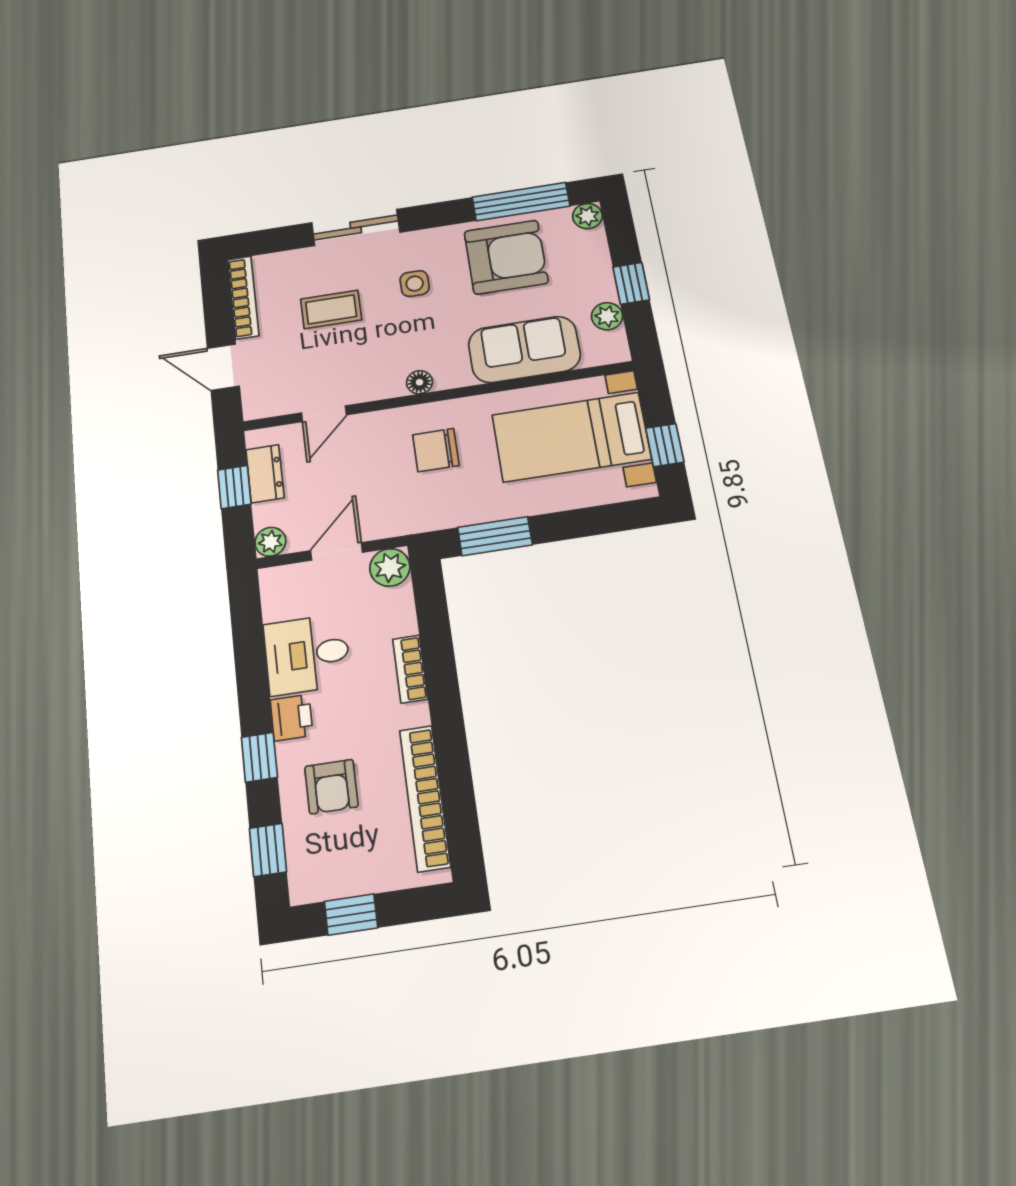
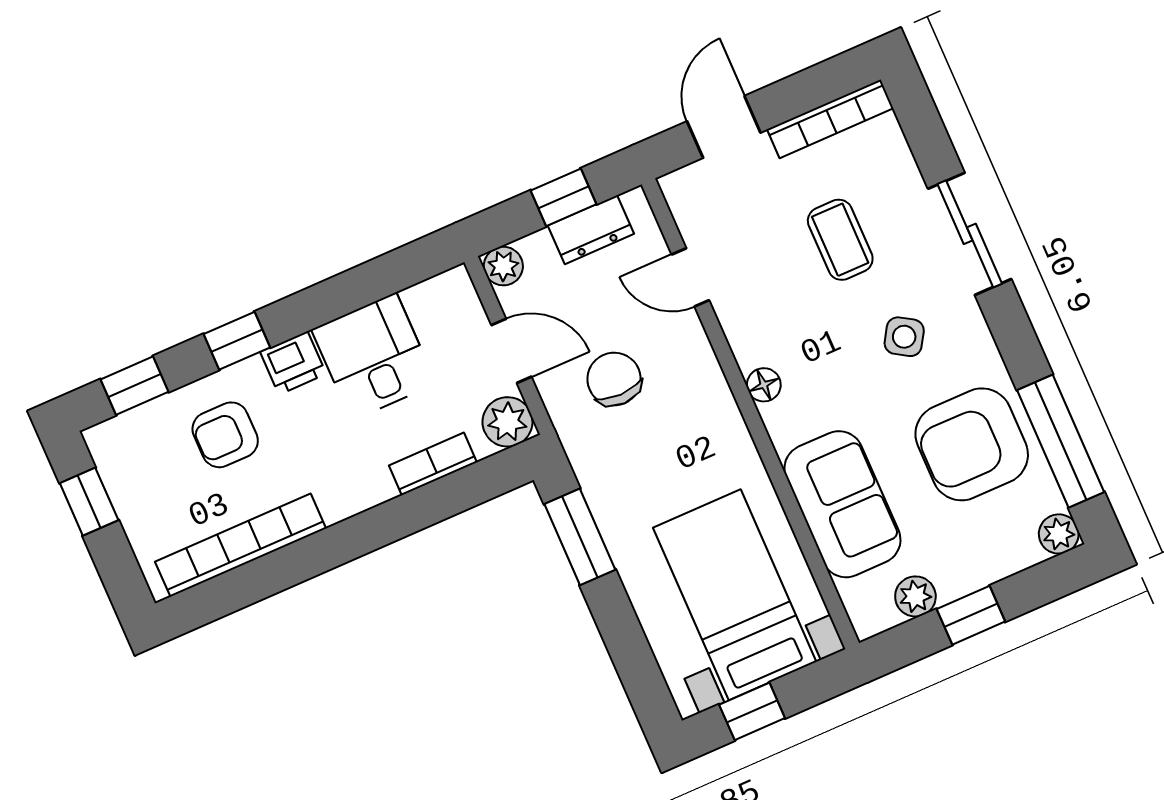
armchair: (506, 257) -> (972, 444), turned 90
side table: (415, 284) -> (904, 337), turned 32
chair: (436, 450) -> (614, 379), moved
bookcase: (410, 669) -> (433, 464), moved

